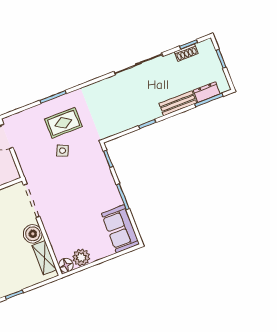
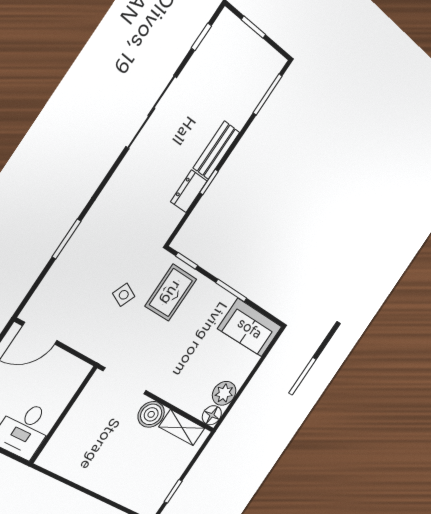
shoe rack: (186, 53) -> (205, 51), removed
dresser: (207, 92) -> (189, 191), moved
bench: (178, 103) -> (216, 150), moved
rug: (63, 123) -> (171, 293), moved

